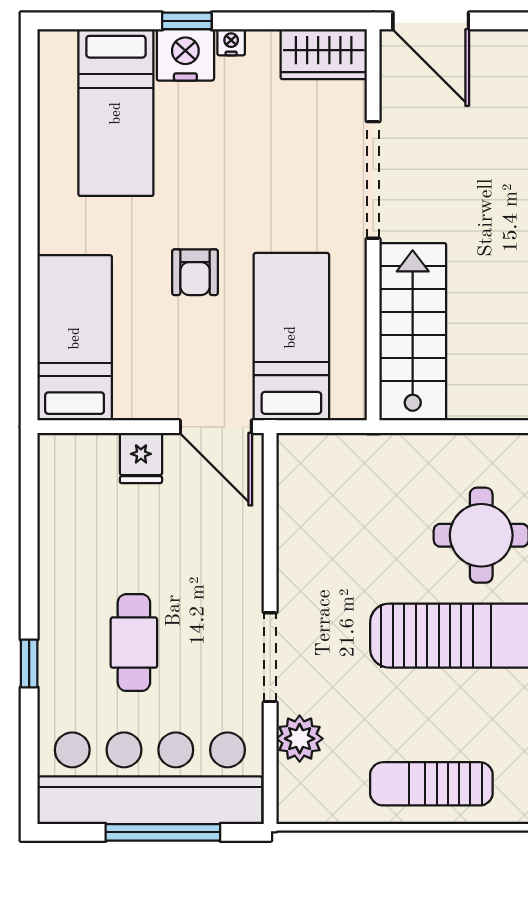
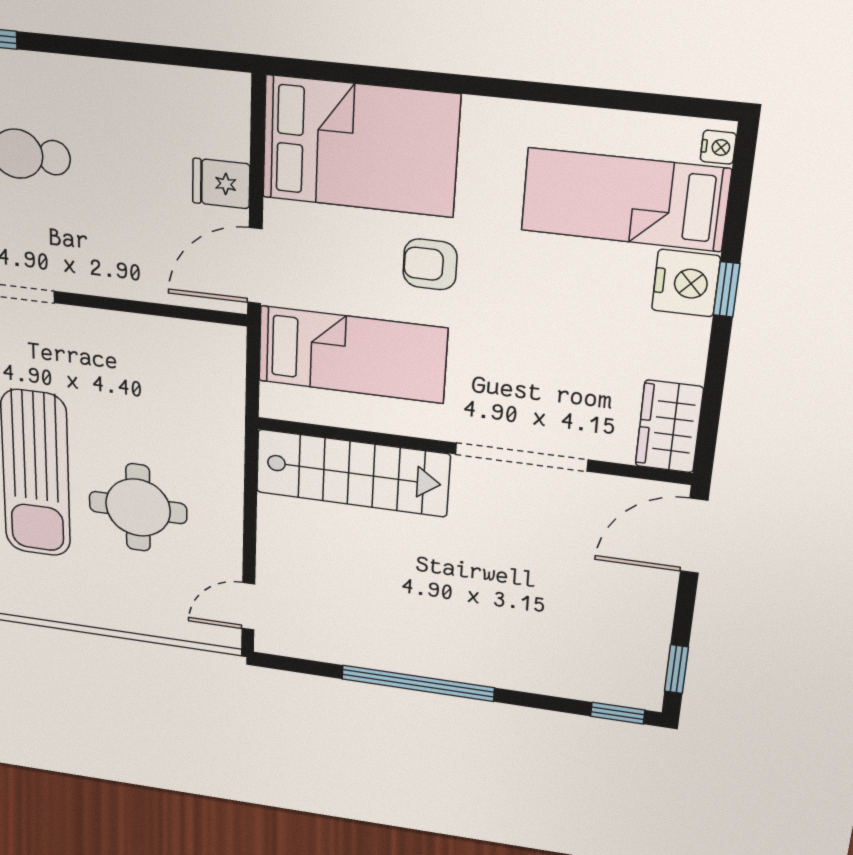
nightstand: (231, 42) -> (718, 147), moved
bed: (75, 338) -> (360, 146), width x1.50

